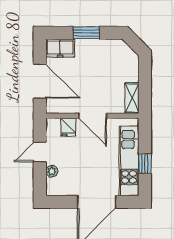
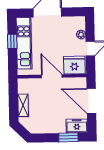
window: (86, 33) -> (68, 137), moved
shelving: (132, 98) -> (23, 105), moved
fridge: (68, 127) -> (74, 65), width x1.88, depth x1.34

